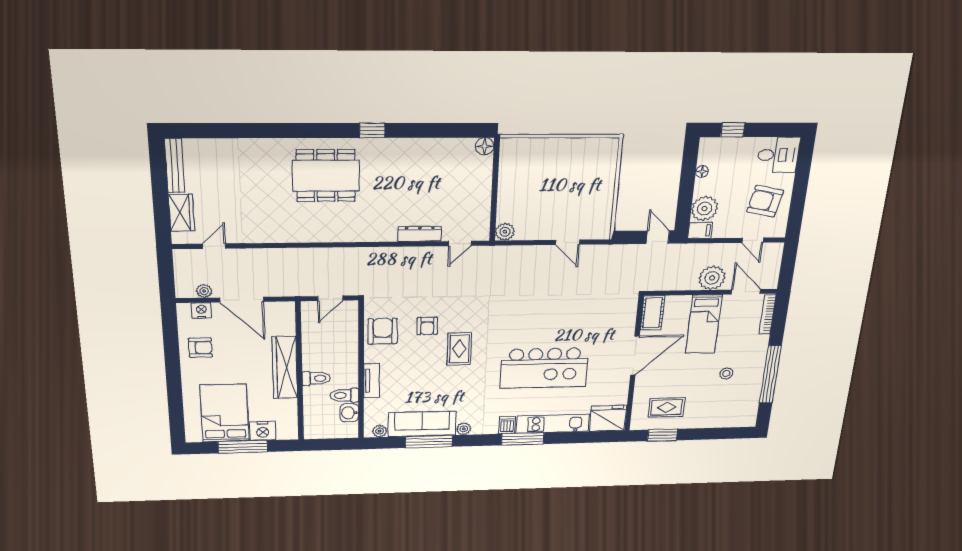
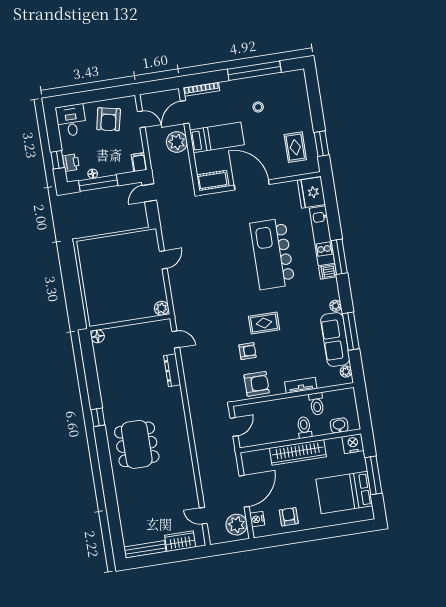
printer: (724, 146) -> (71, 163), added
window: (688, 177) -> (98, 183), added
plant: (705, 209) -> (121, 164), removed
door: (753, 240) -> (141, 119), hinge flipped
plant: (204, 291) -> (237, 525), width x1.87, depth x1.87
door: (330, 298) -> (234, 427), hinge flipped
armchair: (383, 331) -> (257, 384), turned 180
kitchen island: (544, 368) -> (272, 254), turned 180
washbasin: (349, 413) -> (339, 425), moved, turned 180
nightstand: (263, 431) -> (353, 444), moved, turned -90

